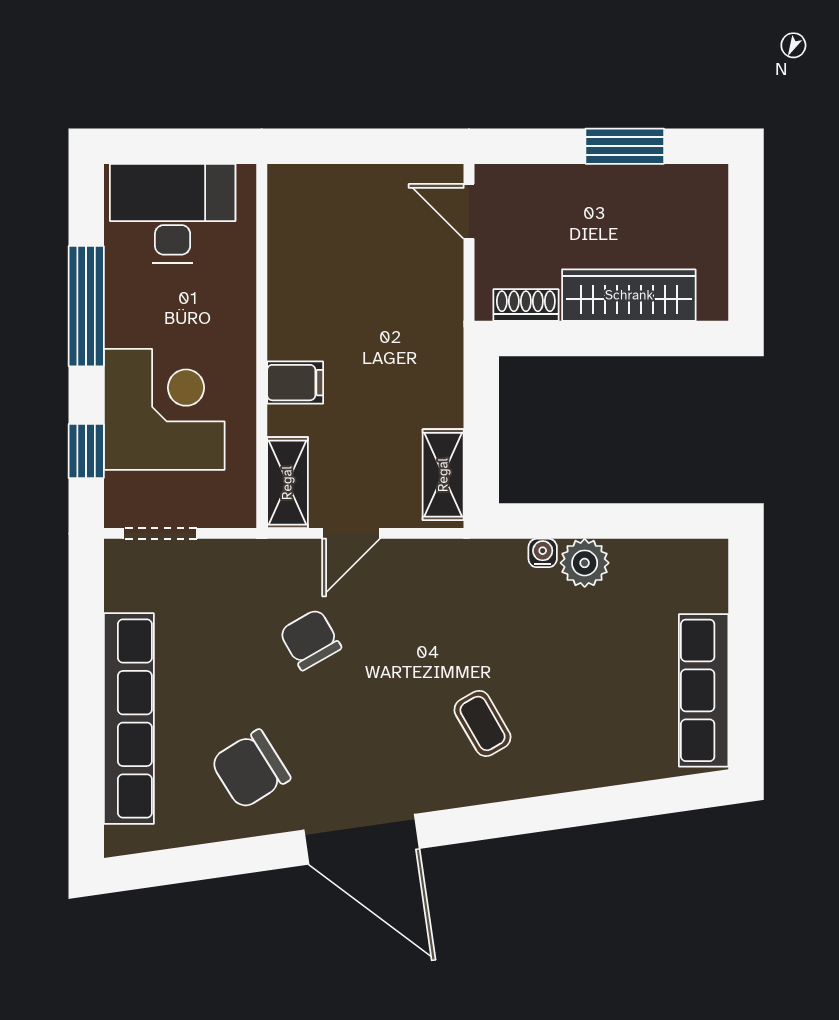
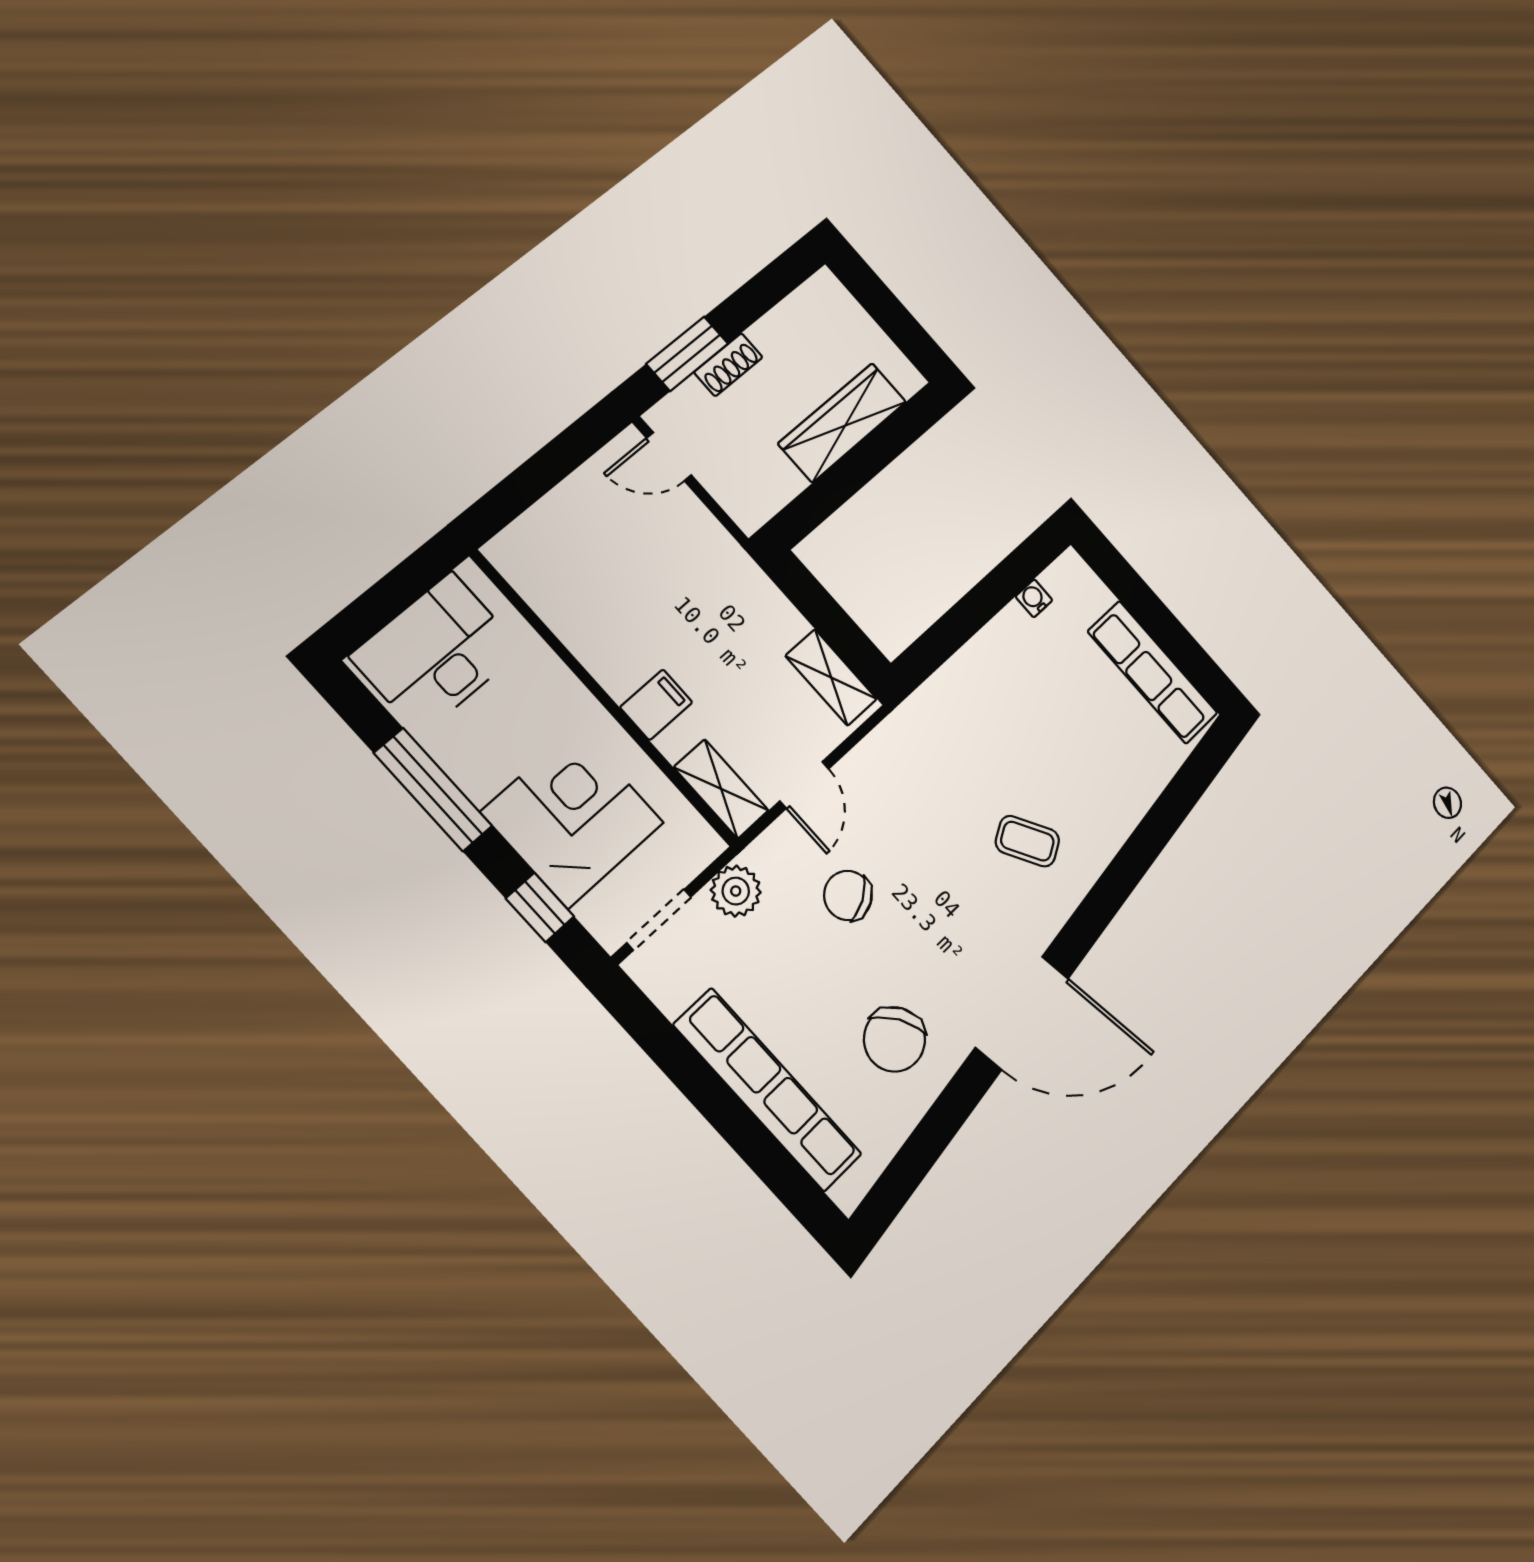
window: (625, 146) -> (687, 354), moved
shoe rack: (526, 305) -> (728, 365), moved, turned 180
water cooler: (543, 553) -> (1034, 598), moved
plant: (585, 563) -> (736, 891), moved

